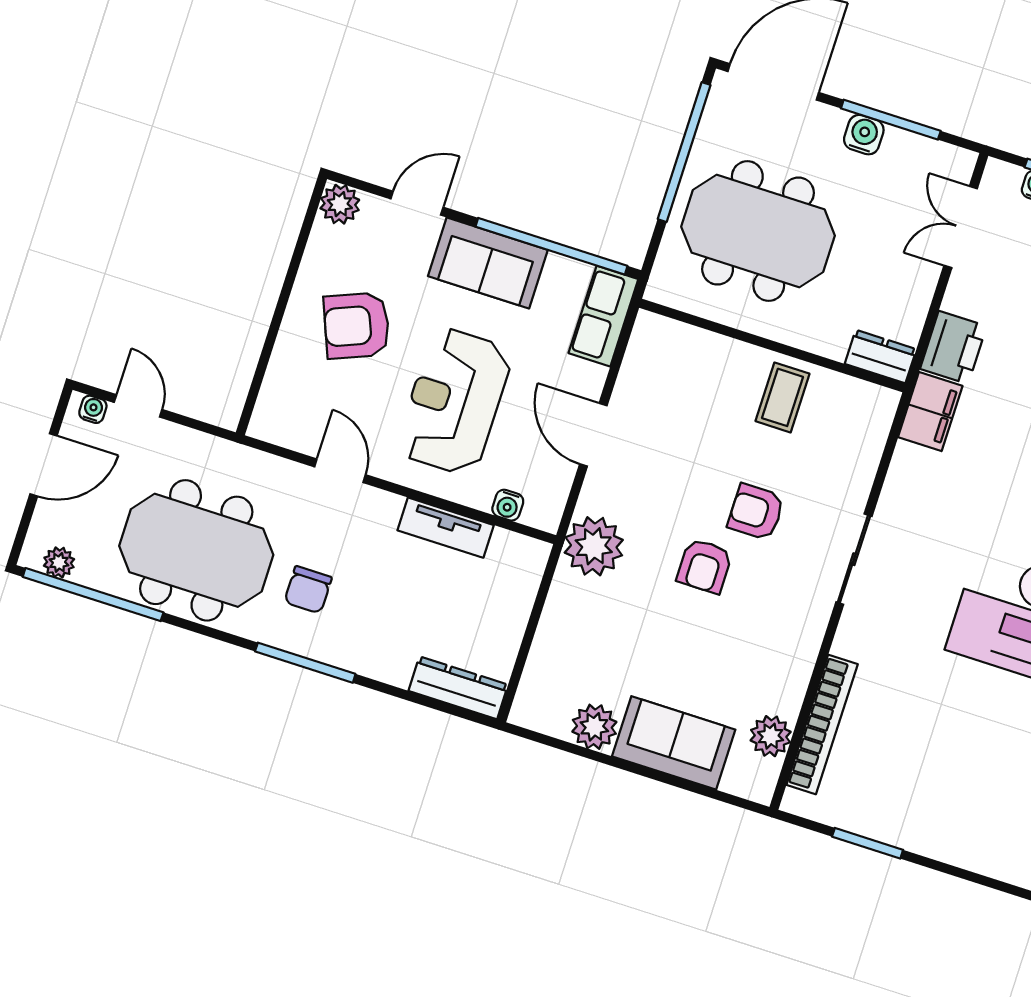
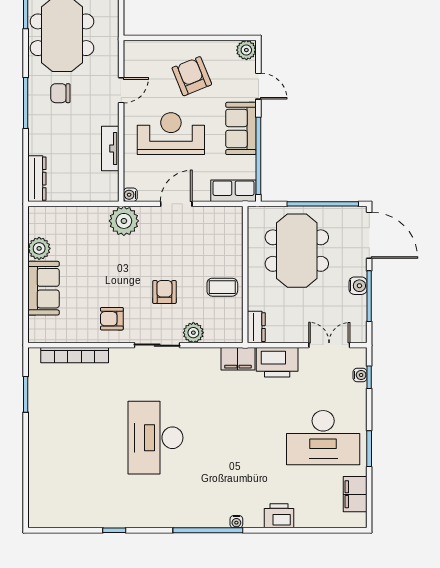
printer: (953, 347) -> (277, 362), width x1.37, depth x1.19
water cooler: (508, 505) -> (130, 195), moved
armchair: (704, 566) -> (112, 319), moved
plant: (771, 736) -> (193, 333), moved

